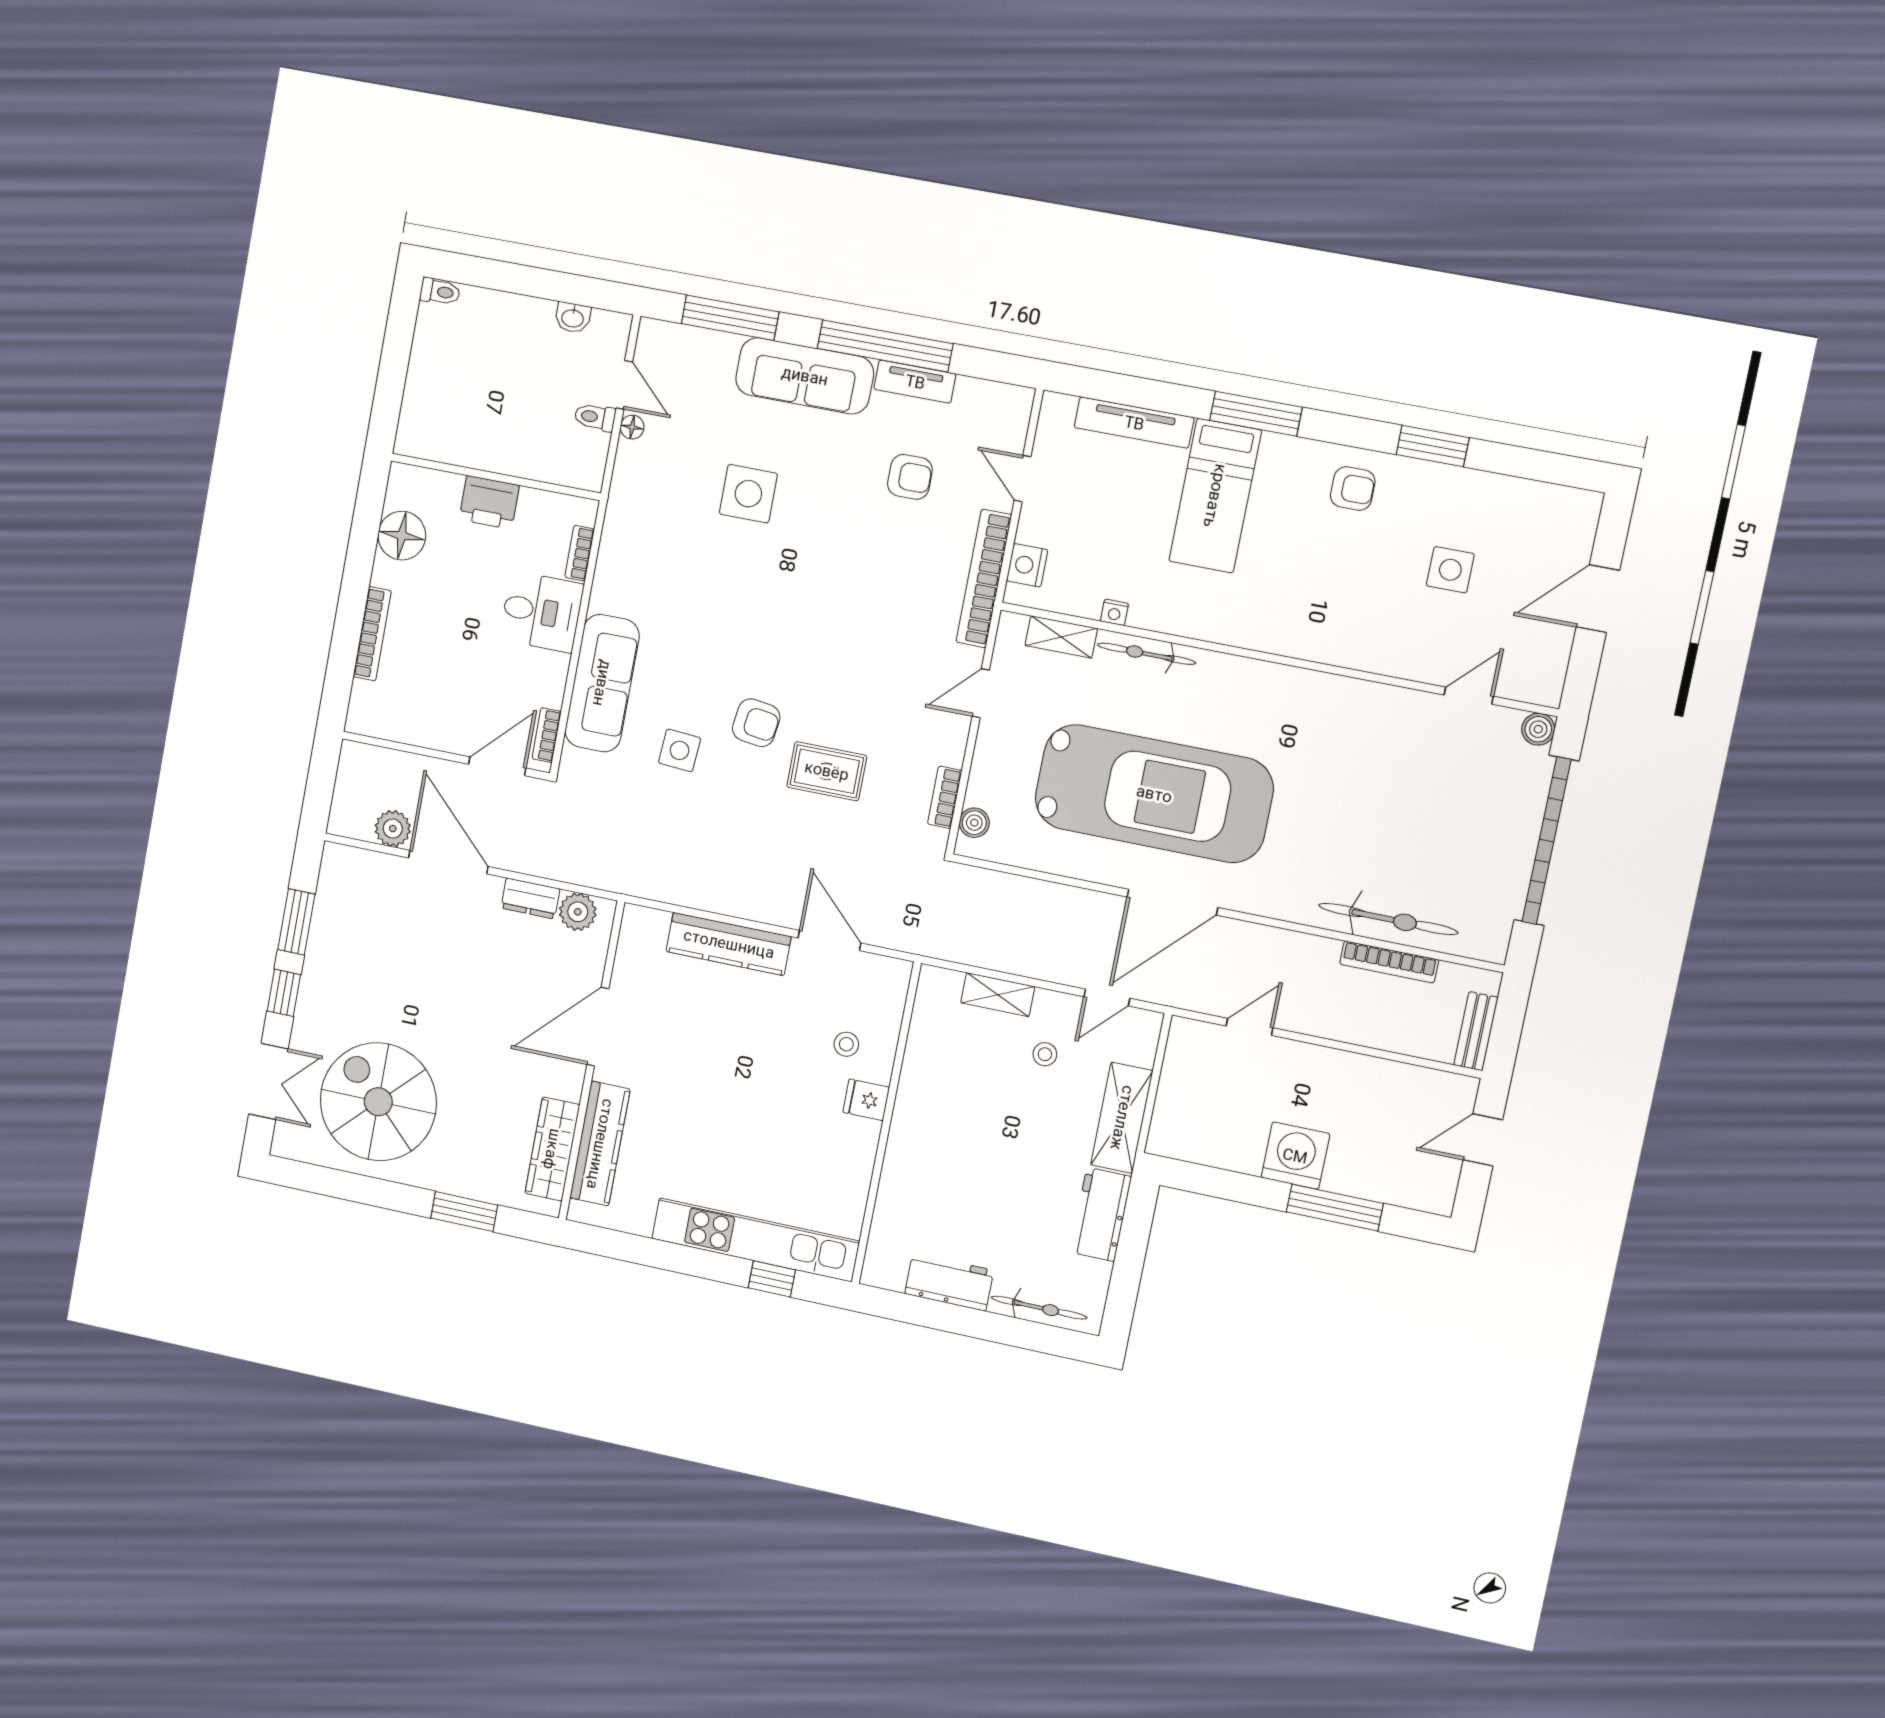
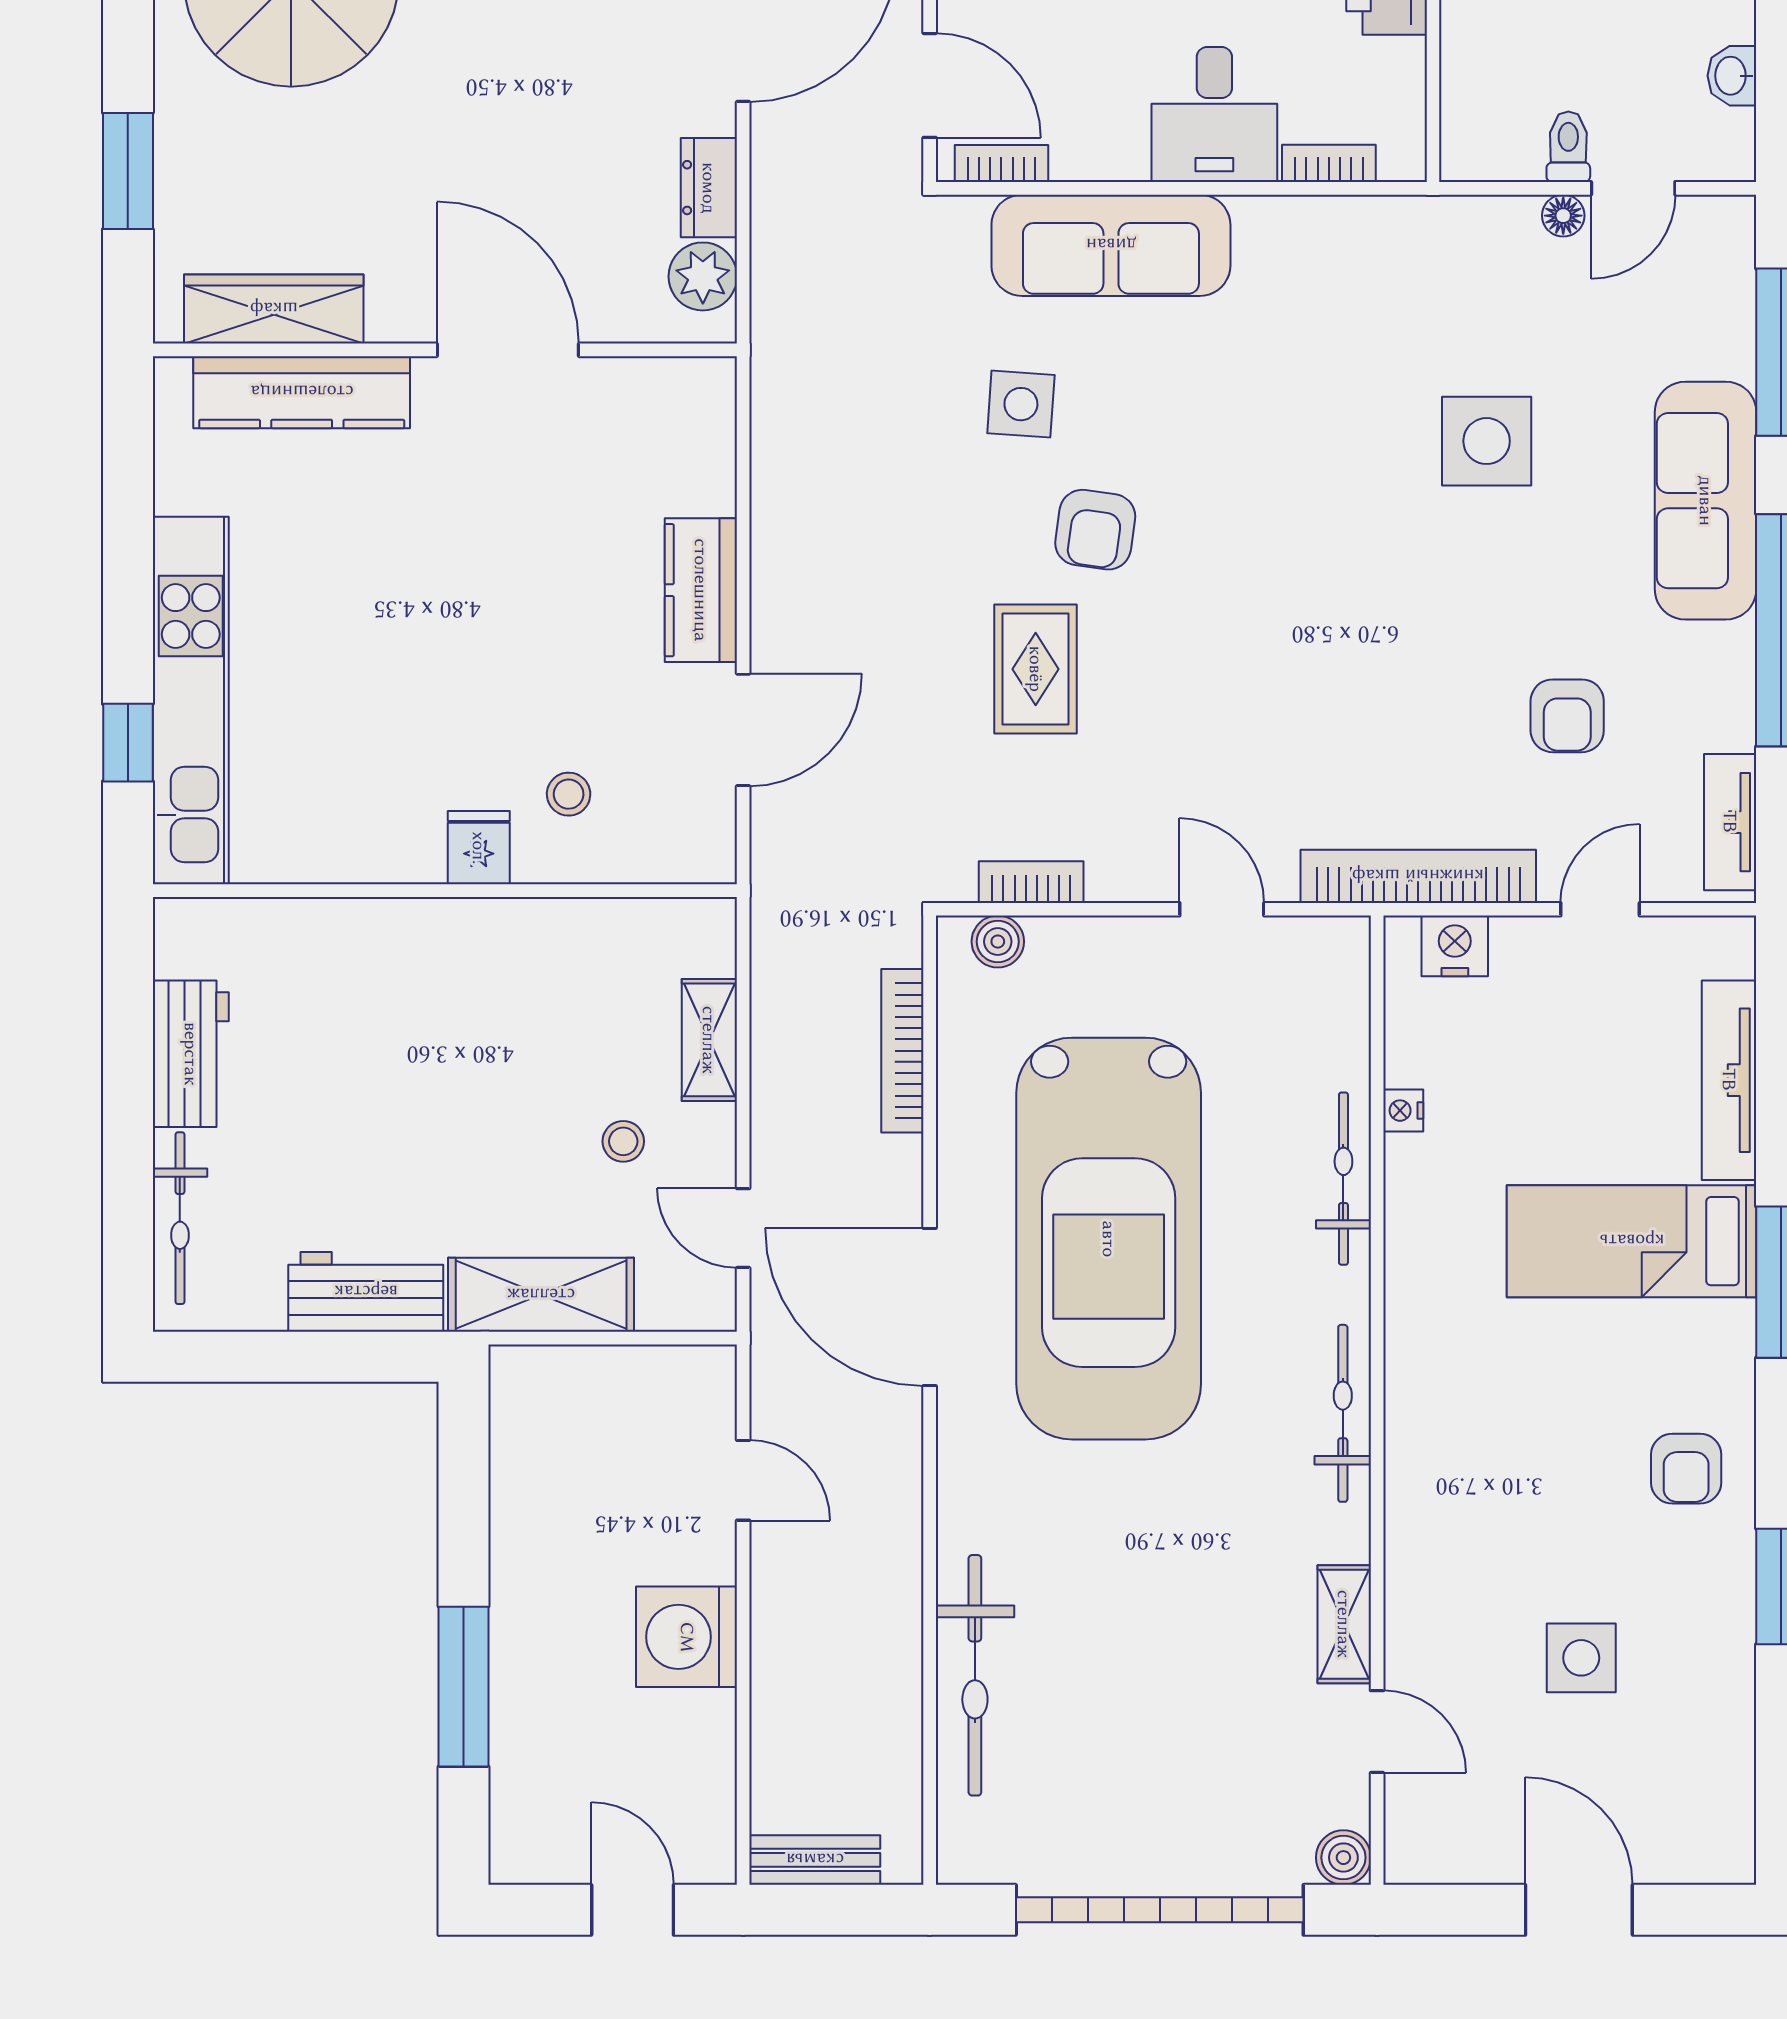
tv unit: (915, 382) -> (1730, 822), moved
shelving: (1061, 637) -> (1344, 1624), moved
bicycle: (1281, 680) -> (1343, 1413), added
kitchen counter: (729, 944) -> (701, 590), width x0.67
bookcase: (1389, 962) -> (902, 1051), moved
washing machine: (1295, 1156) -> (687, 1637), moved, turned 180

